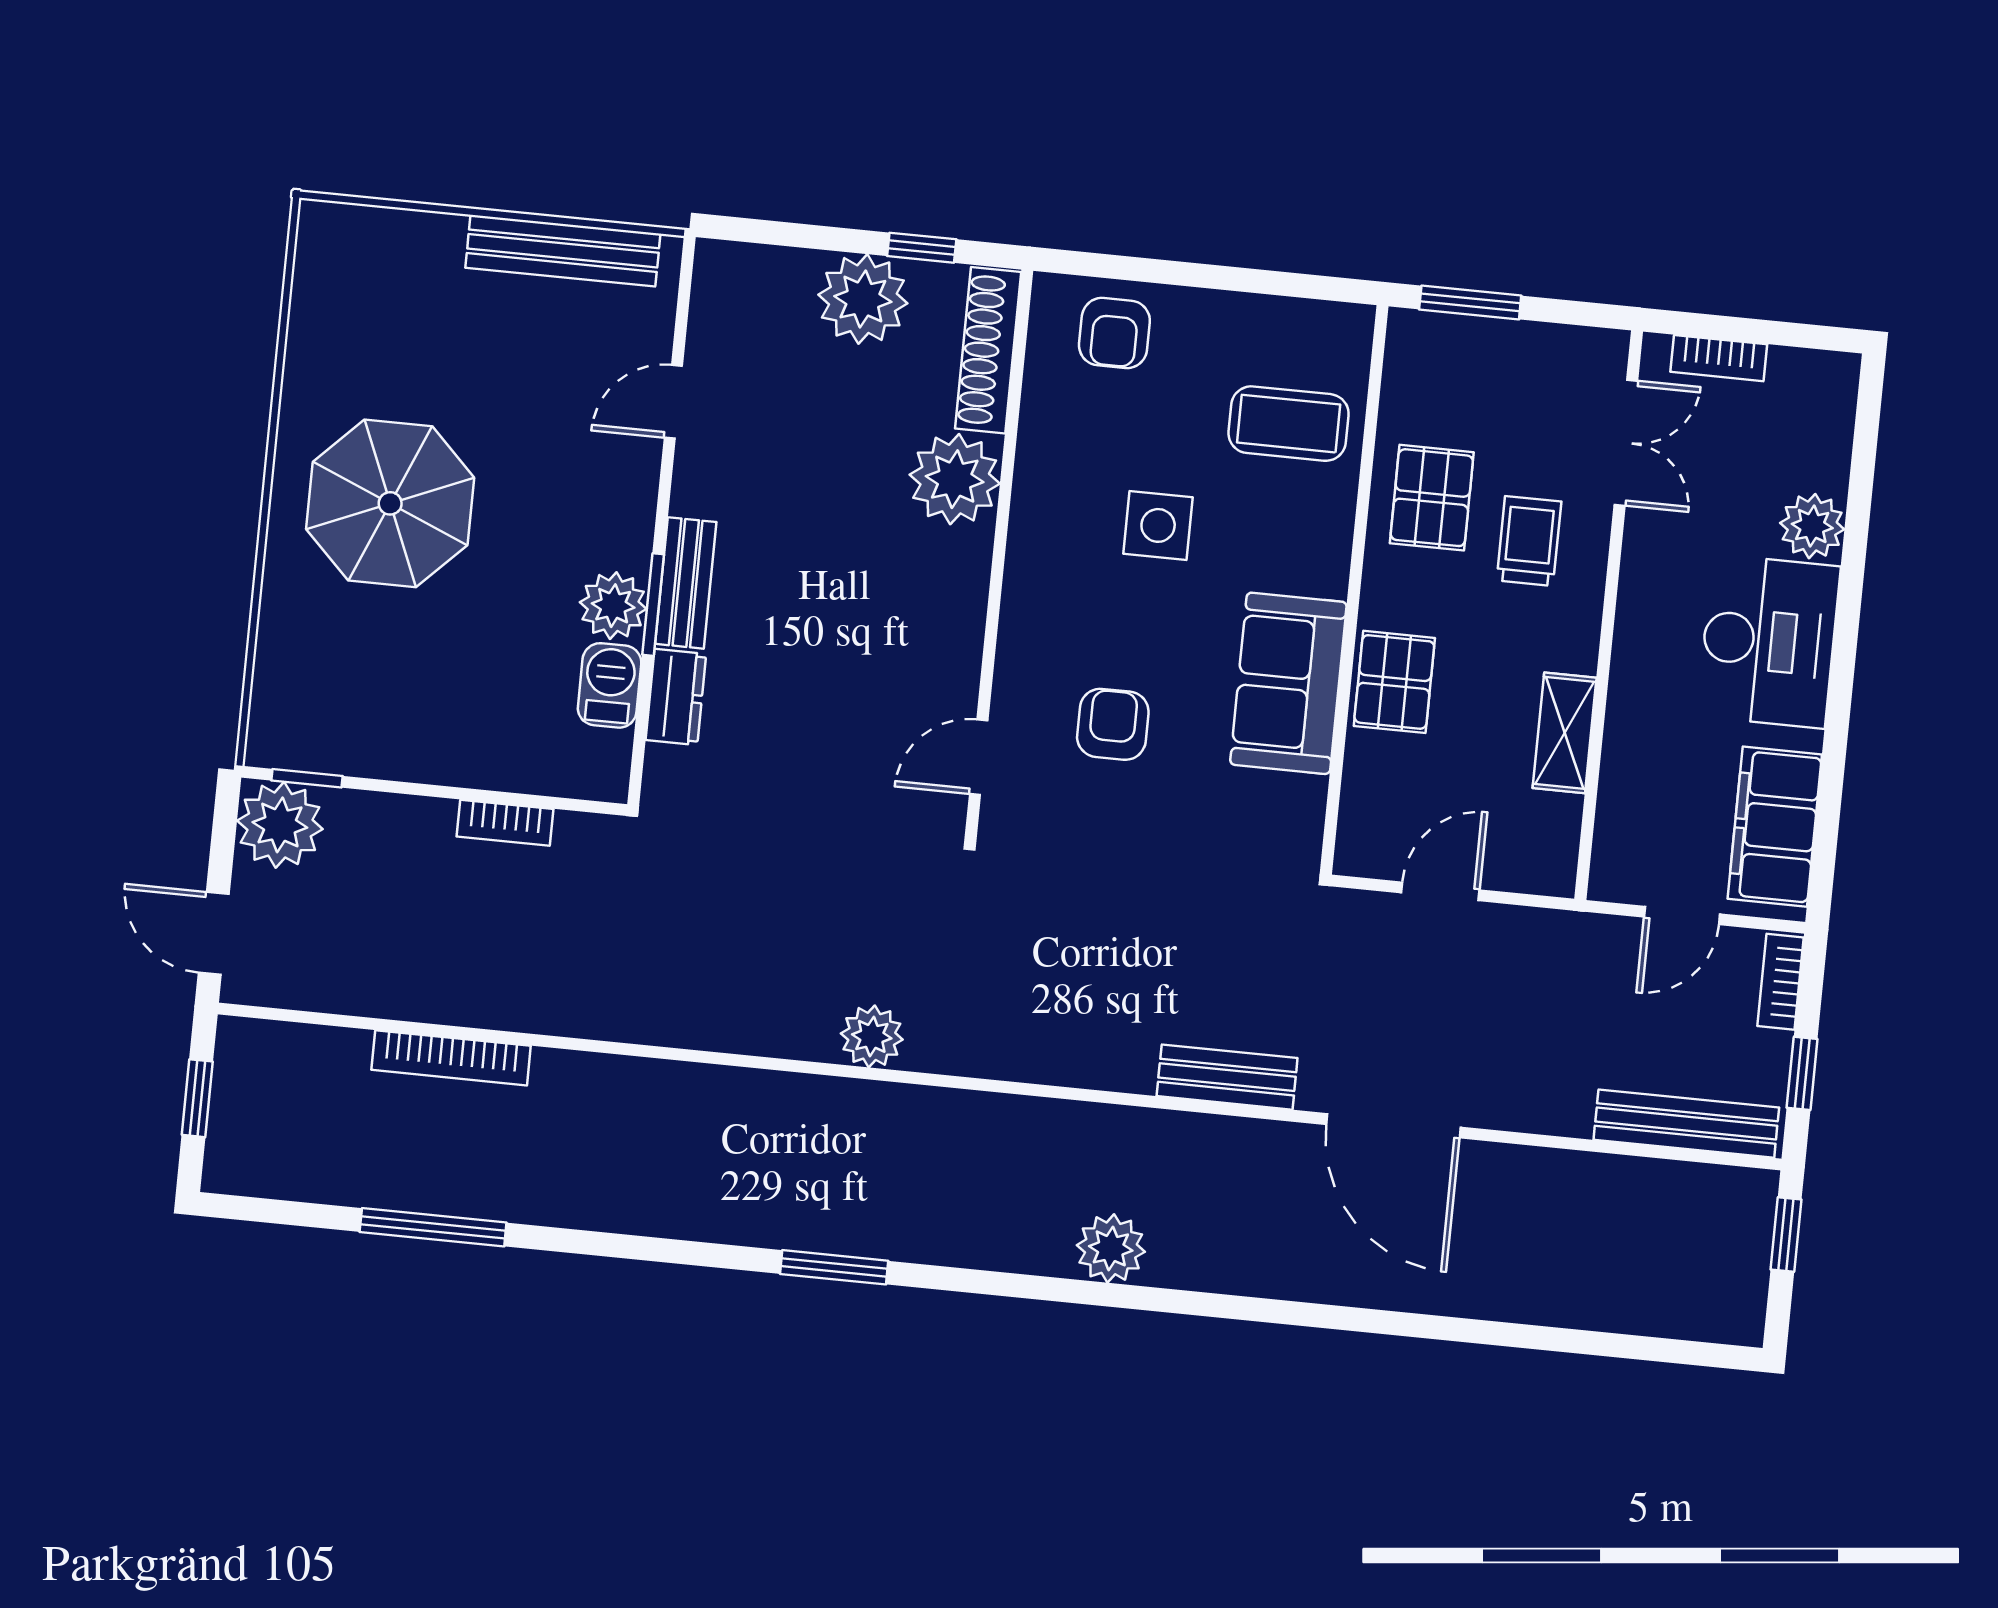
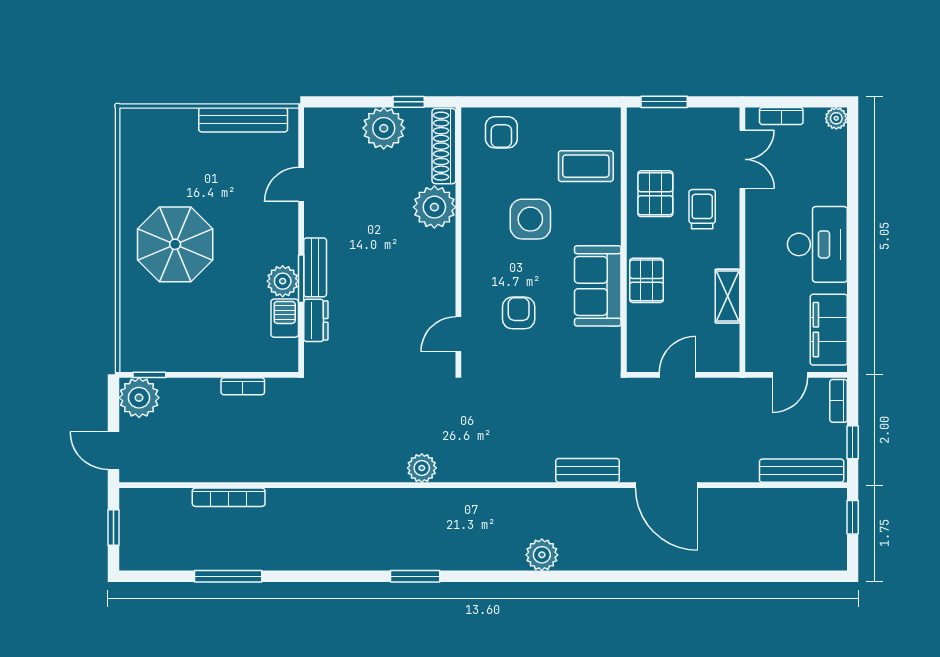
side table: (1158, 525) -> (530, 219), width x1.37, depth x1.37
plant: (1812, 526) -> (836, 118), moved, width x0.73, depth x0.73

